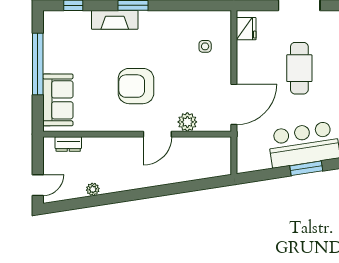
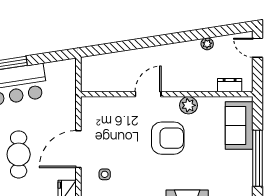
door: (234, 104) -> (78, 149), moved
plant: (187, 122) -> (188, 105), moved
door: (38, 185) -> (257, 48), hinge flipped

